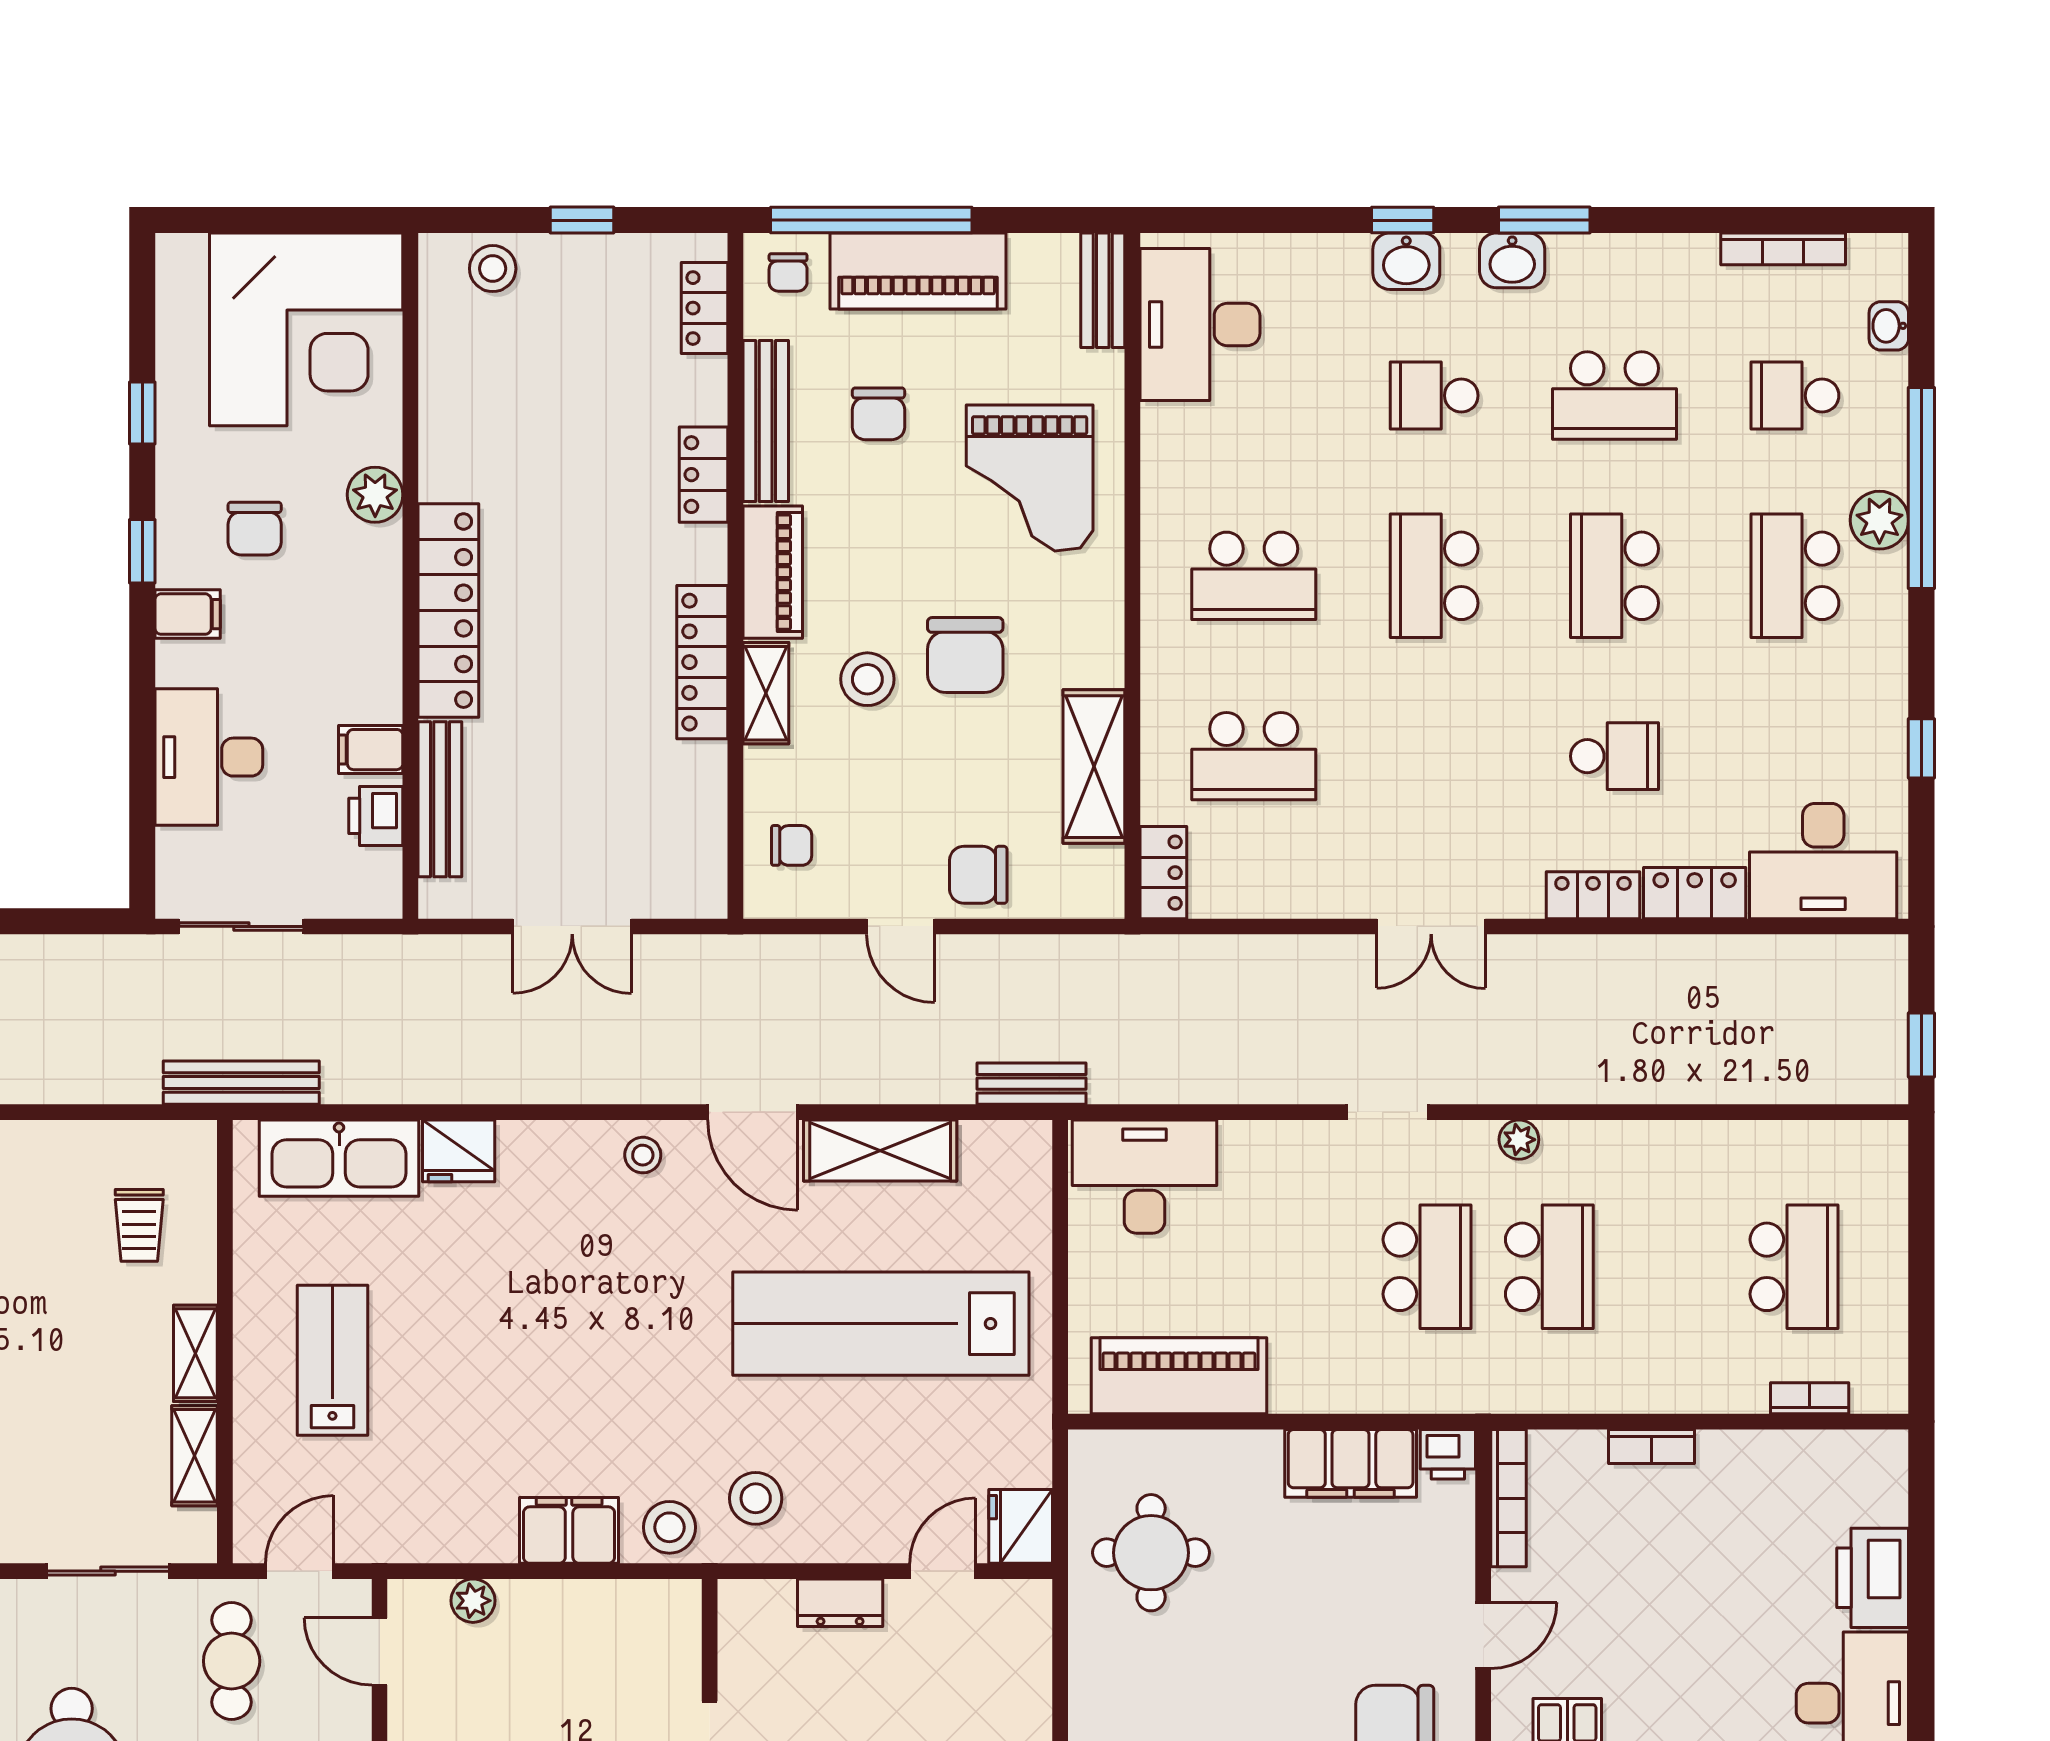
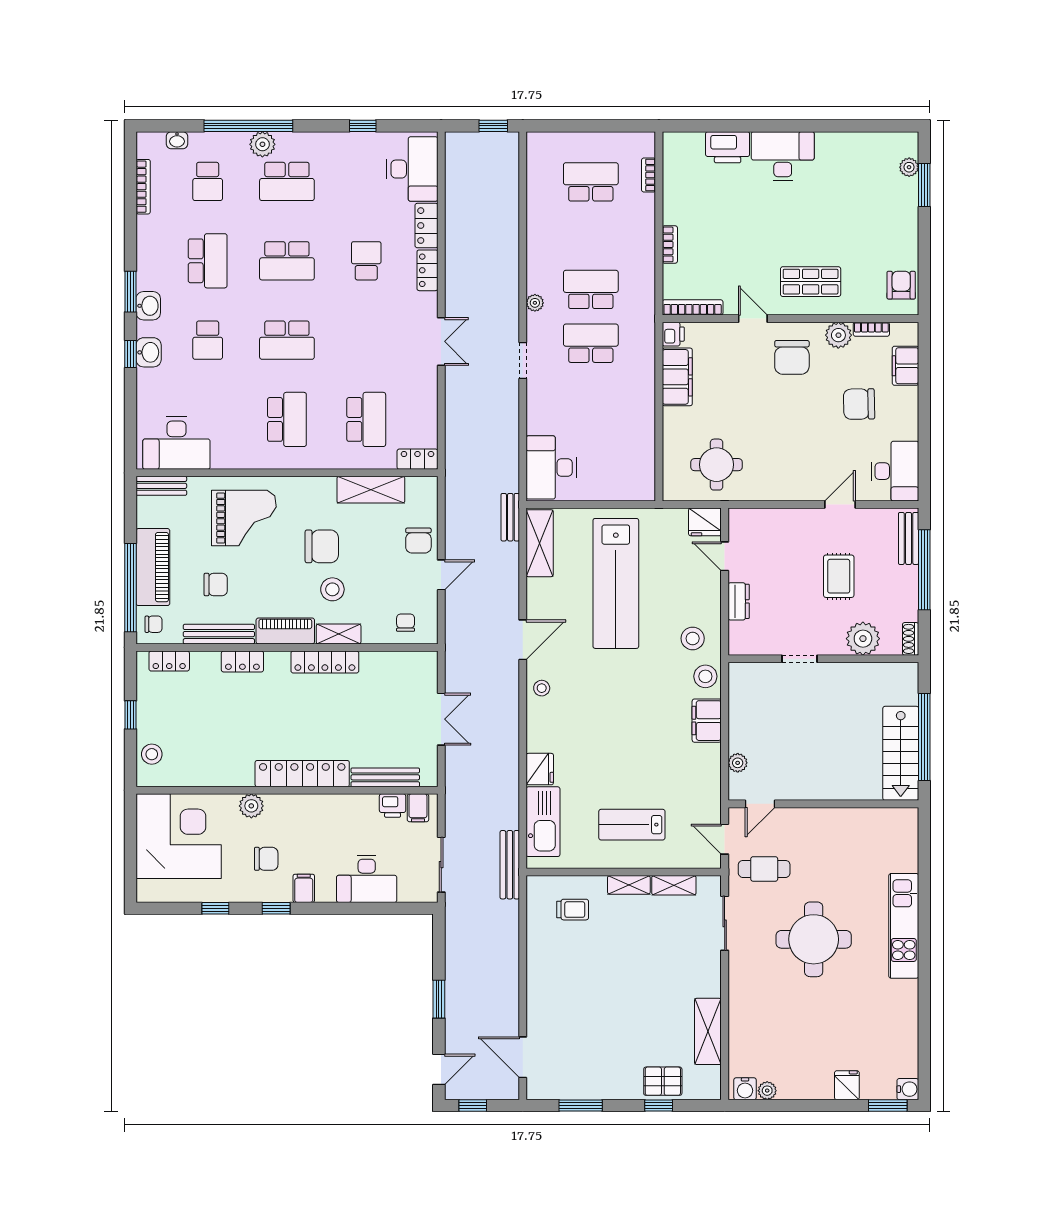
filing cabinet: (371, 750) -> (418, 808), moved
shelving: (880, 1150) -> (540, 543), moved
piano: (1179, 1376) -> (639, 452), removed

